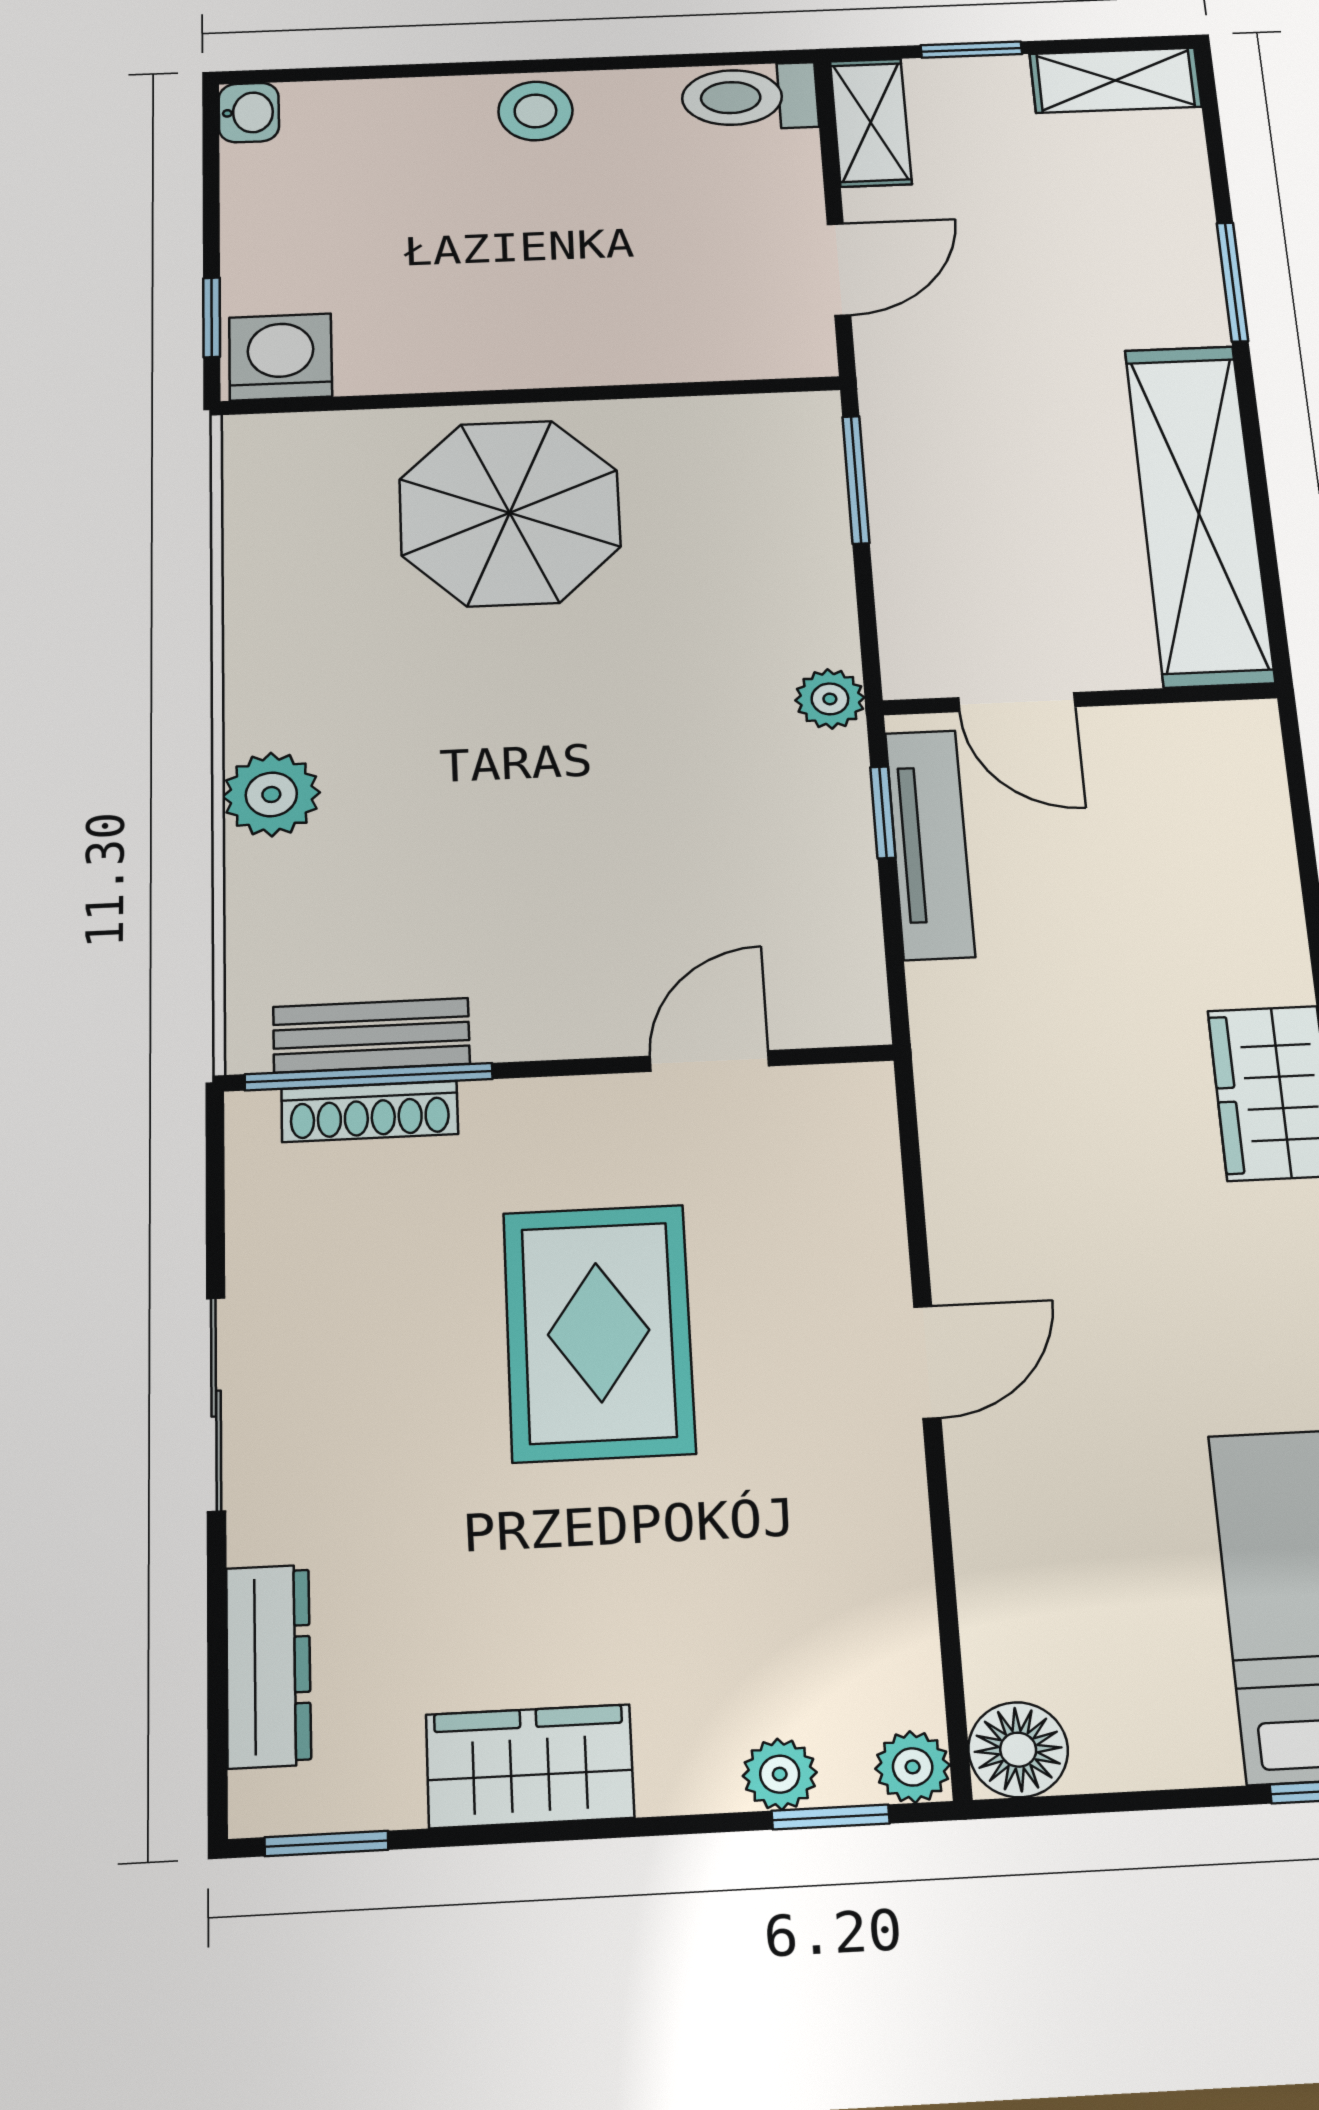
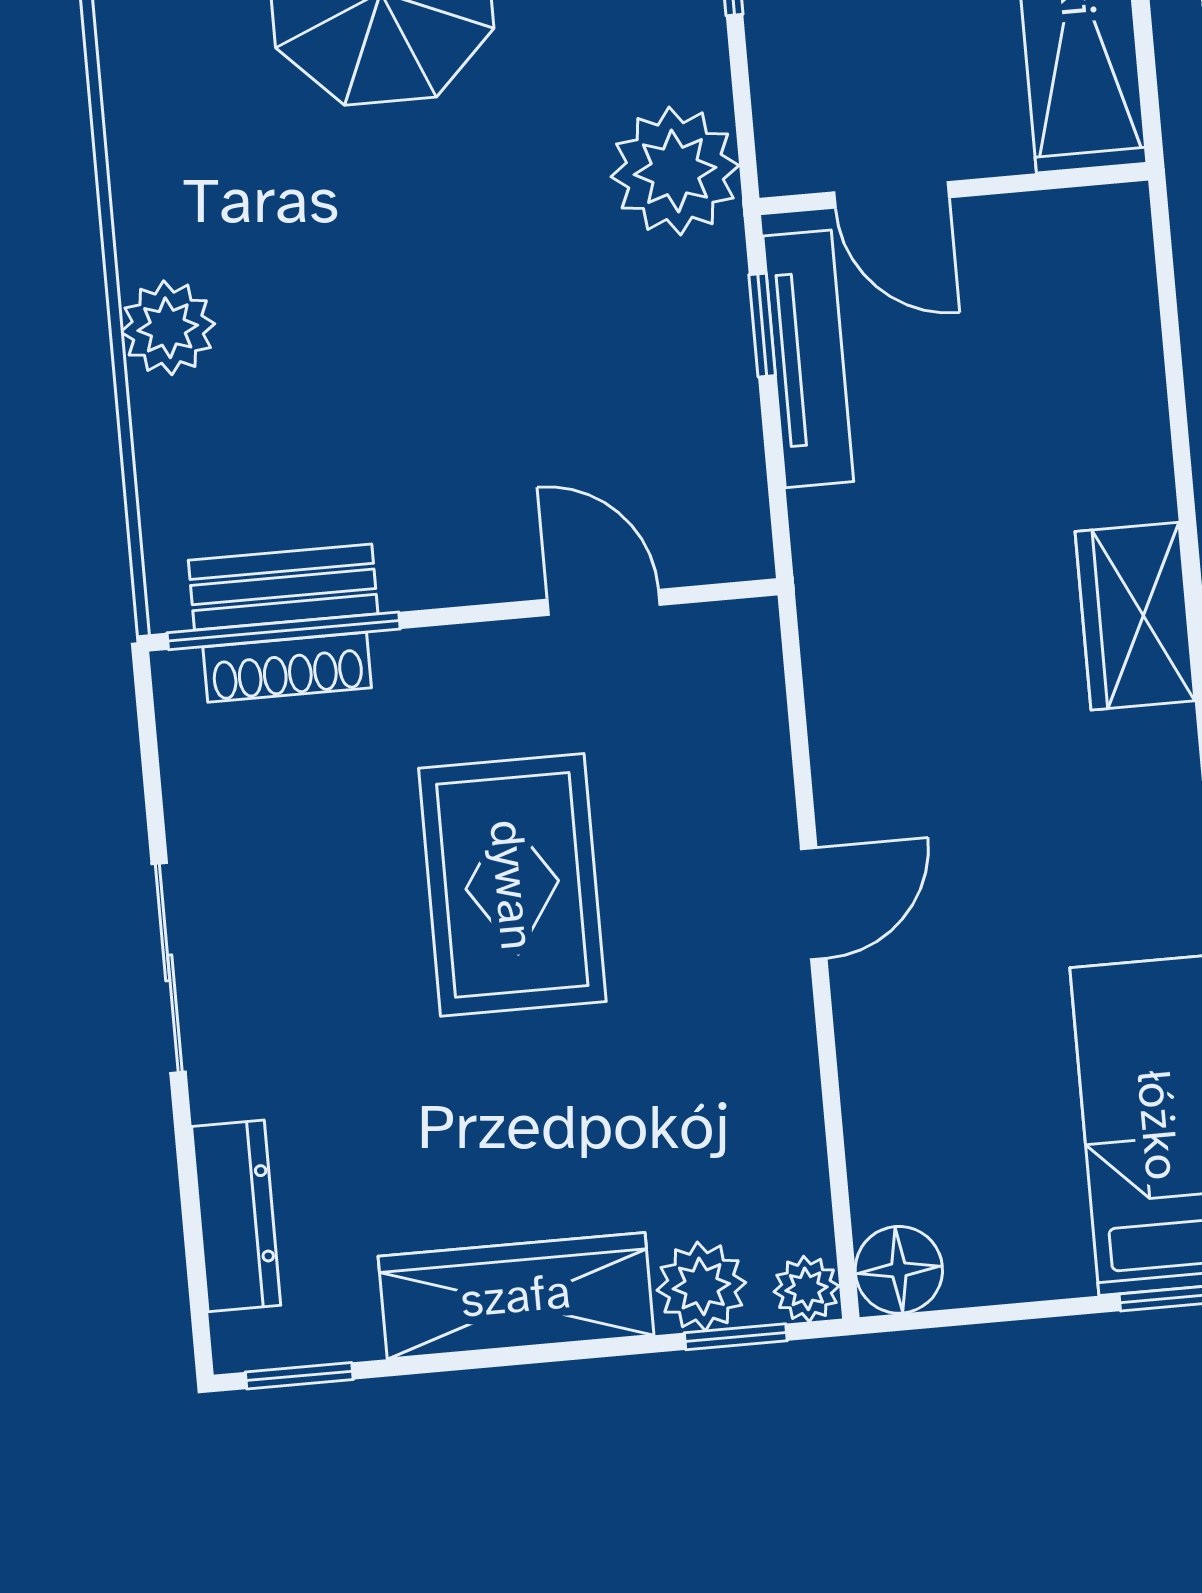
plant: (830, 699) -> (675, 171), width x1.87, depth x1.87
door: (709, 1061) -> (604, 602), hinge flipped
wardrobe: (530, 1766) -> (516, 1296), width x1.50
plant: (780, 1774) -> (701, 1286), width x1.38, depth x1.38

